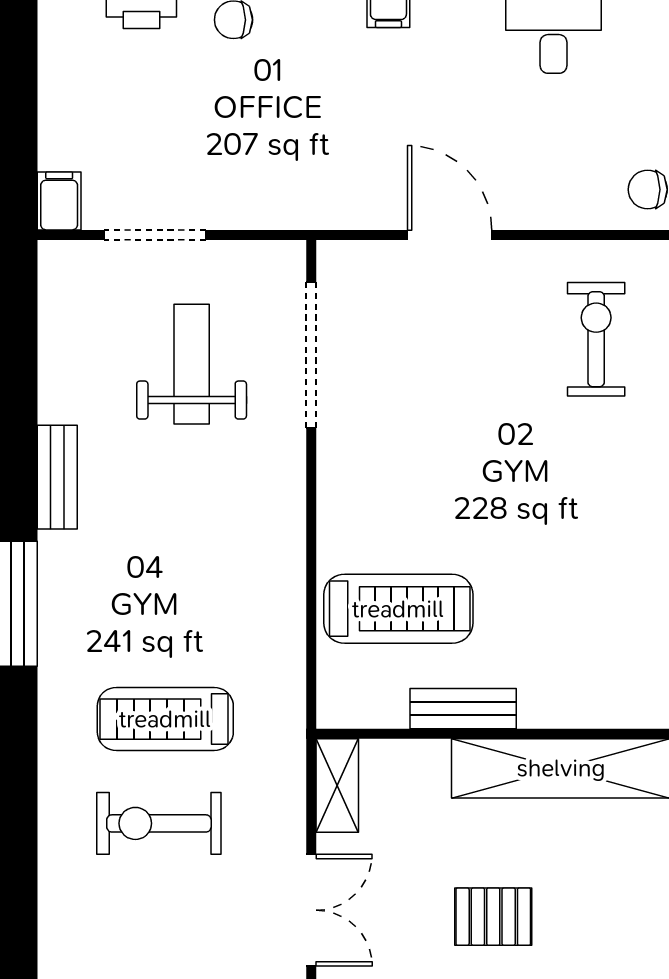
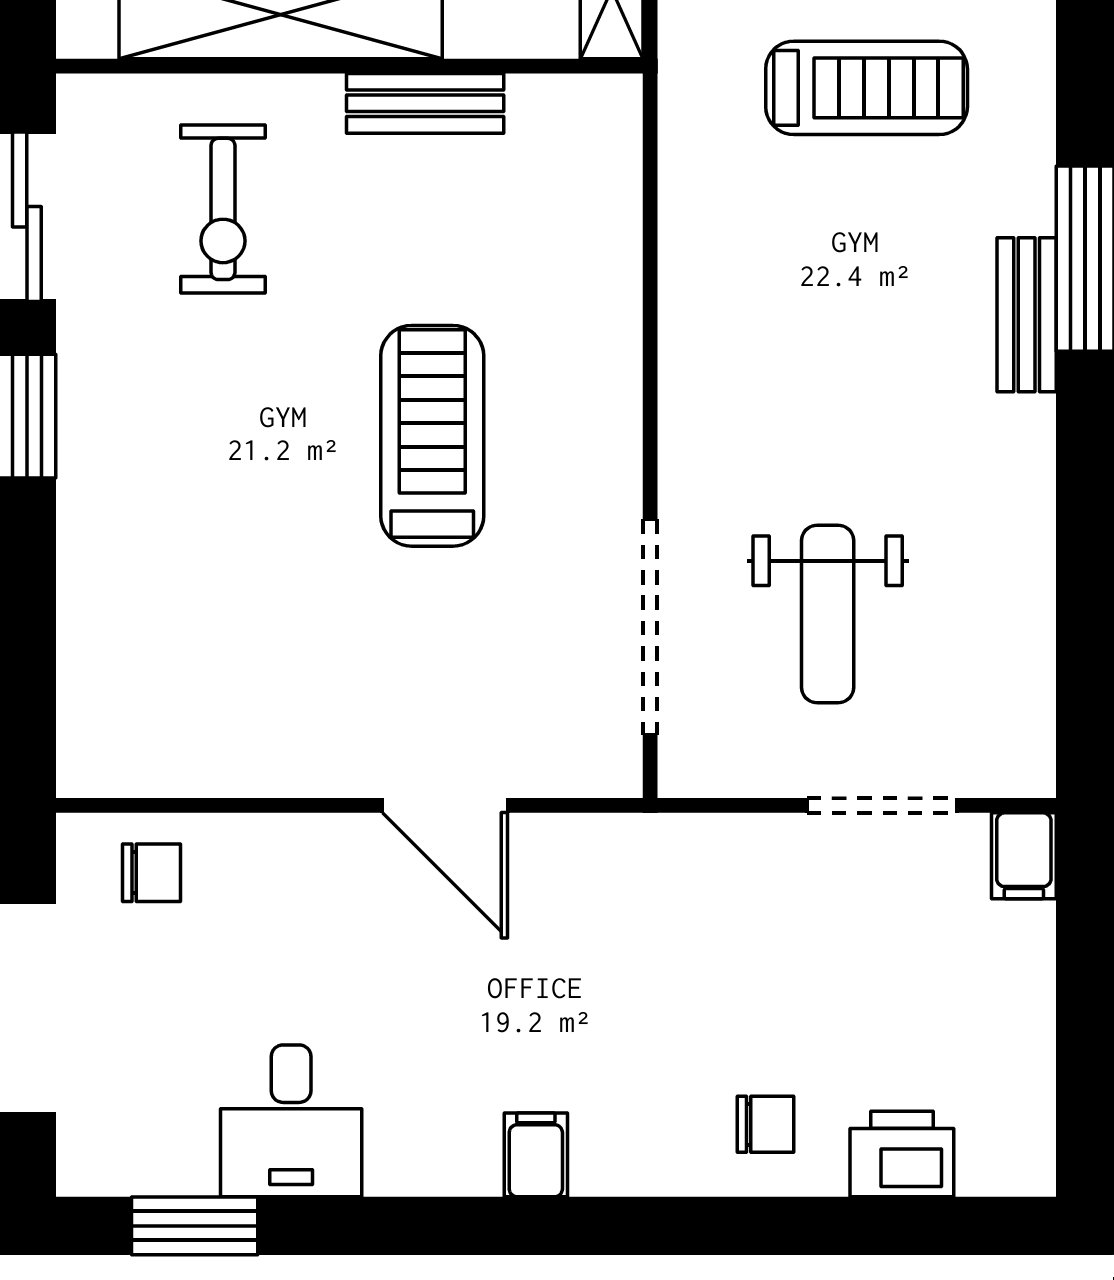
exercise bike: (596, 339) -> (223, 209), moved
bench: (57, 477) -> (1027, 315), moved
treadmill: (398, 609) -> (432, 436), moved, turned 90

